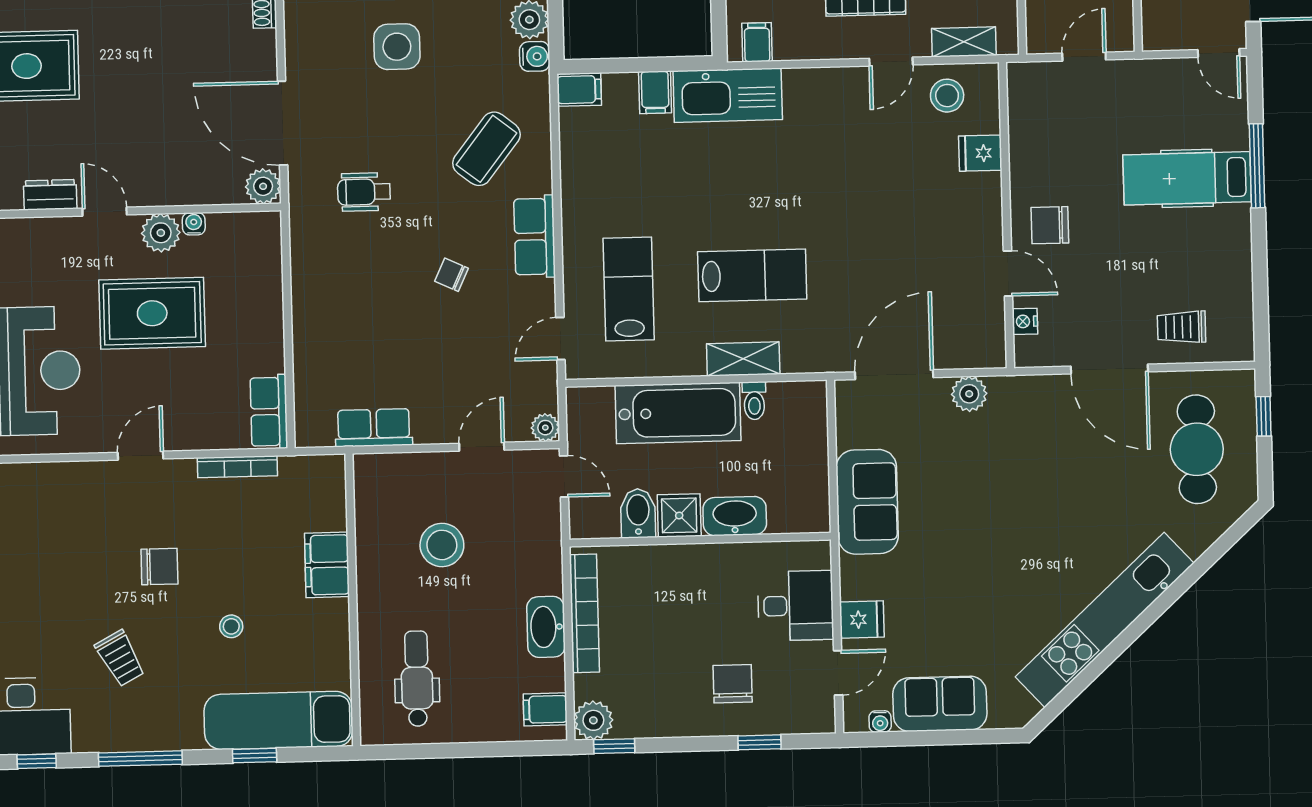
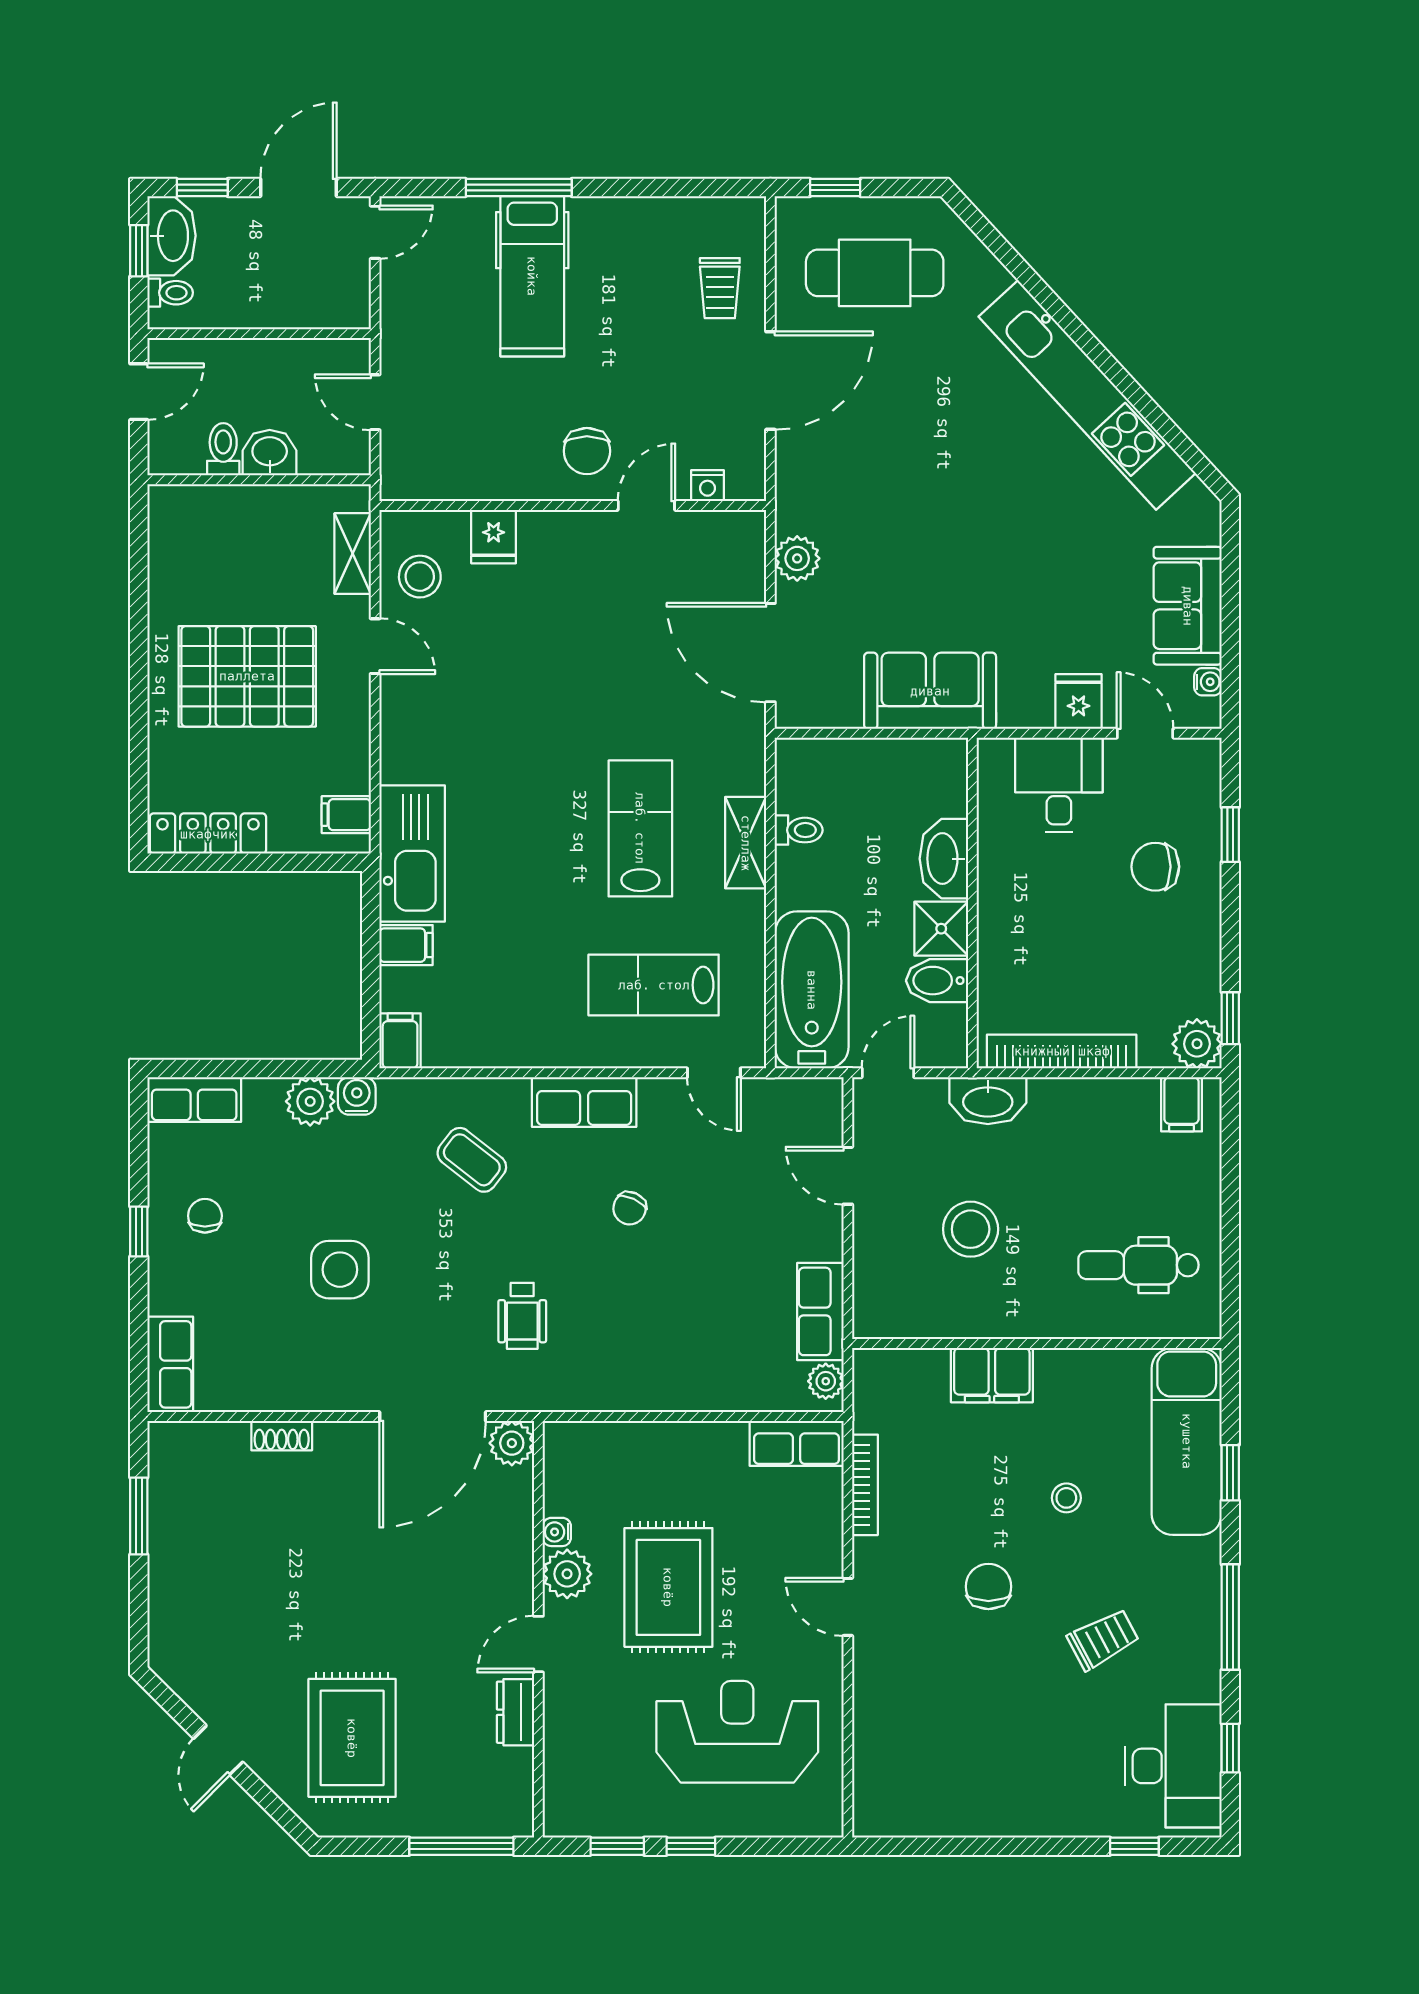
coffee table: (486, 149) -> (472, 1160), width x0.73, depth x0.77
bathtub: (678, 413) -> (812, 990), moved
plant: (545, 428) -> (826, 1381), moved
washbasin: (546, 627) -> (988, 1101), moved

